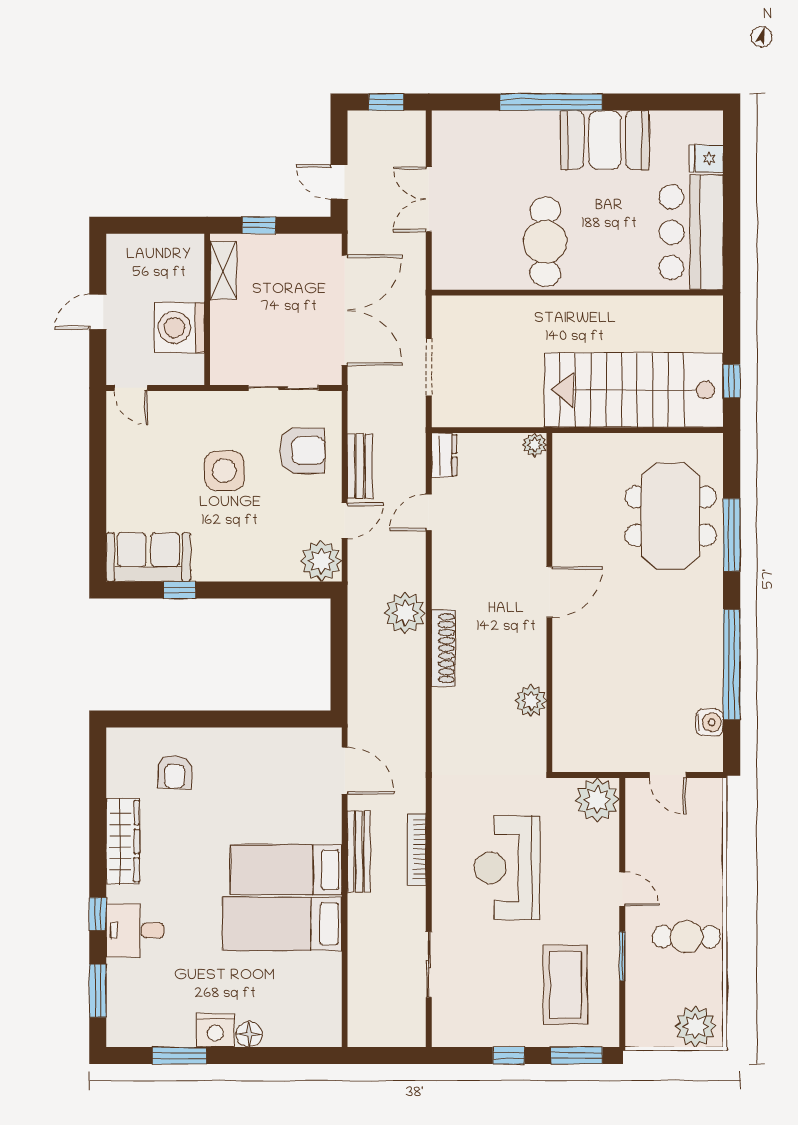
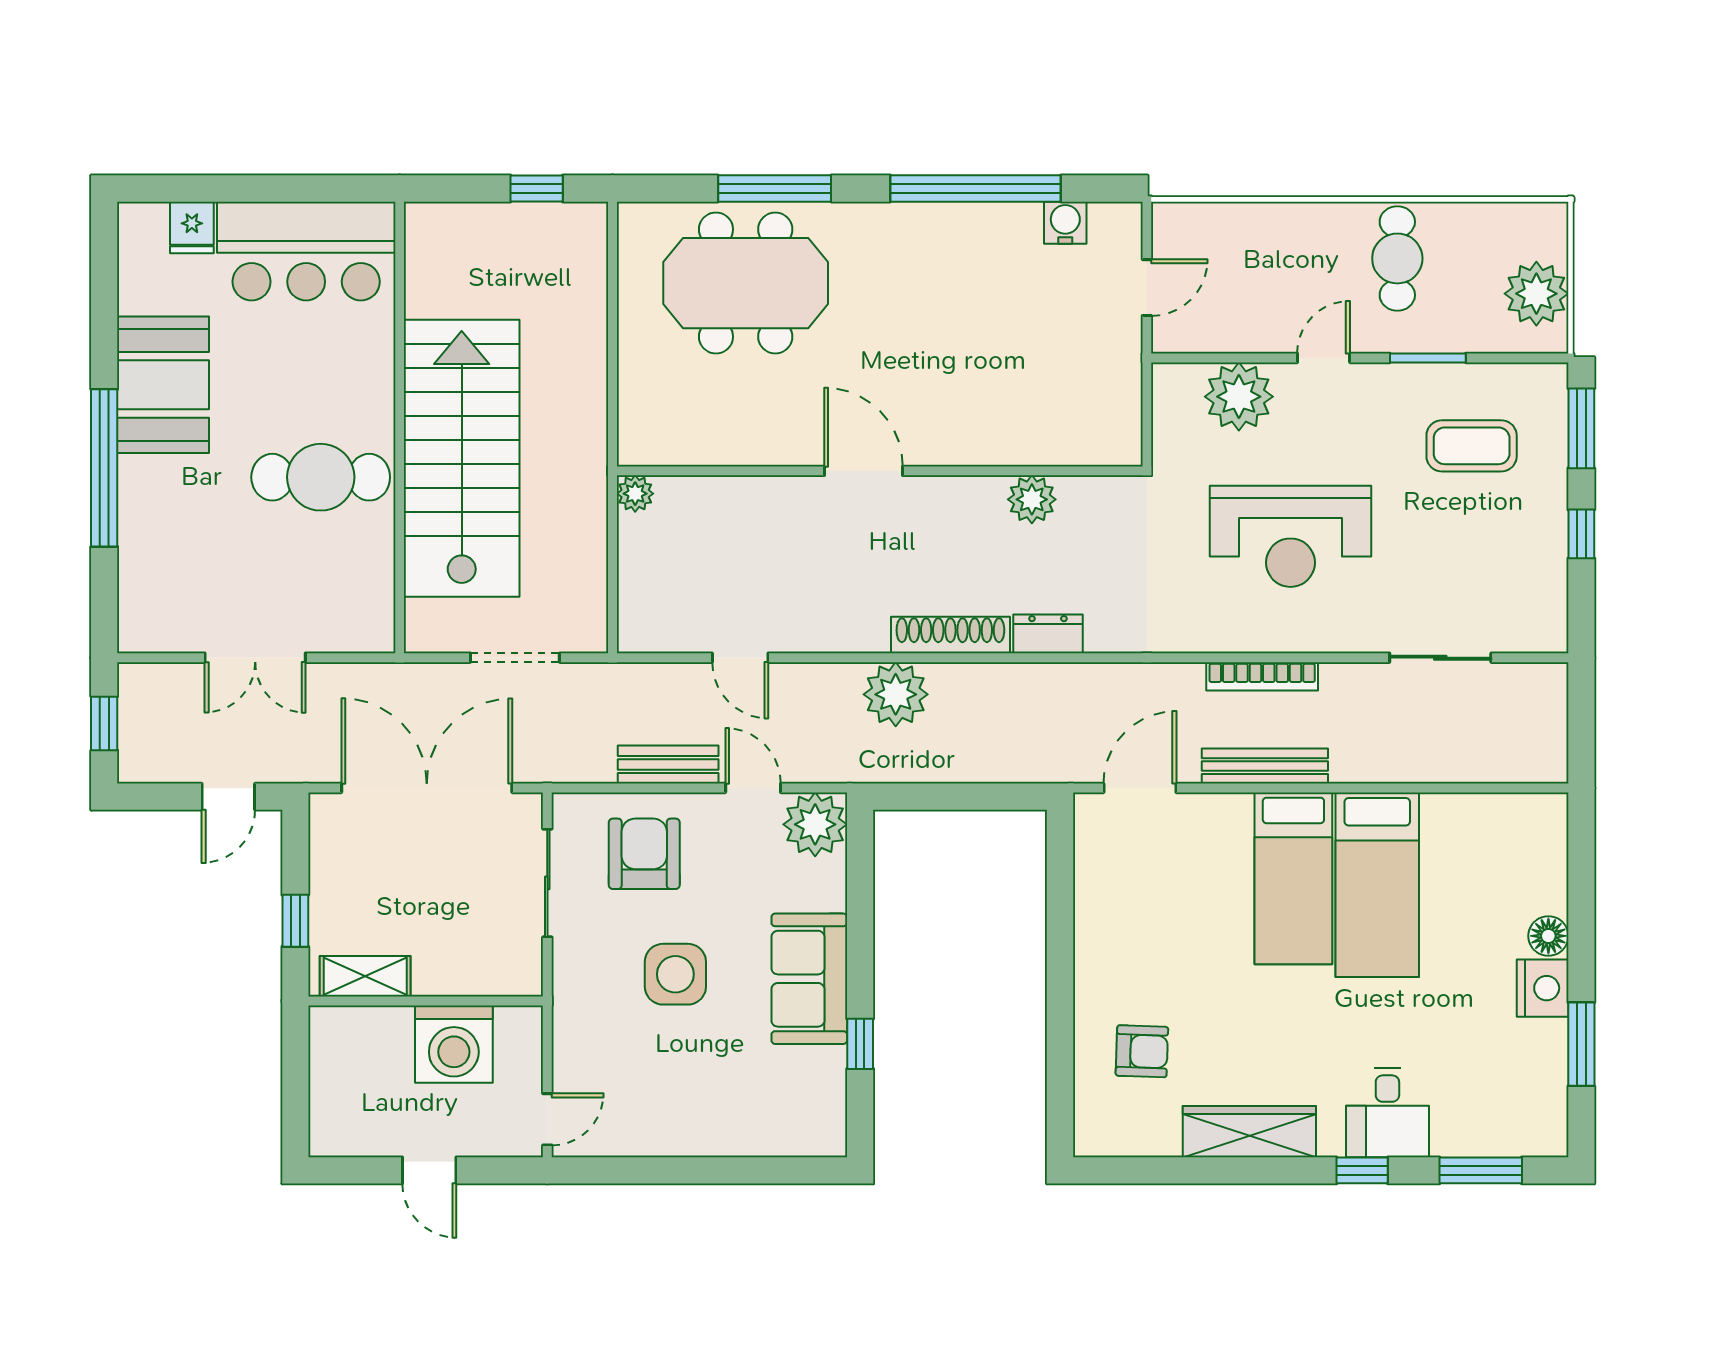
stairs: (634, 390) -> (462, 458), moved, turned 180
dresser: (444, 455) -> (1048, 634), moved
sofa: (148, 557) -> (809, 979), moved
plant: (597, 800) -> (1239, 397), moved
coffee table: (565, 985) -> (1472, 446), width x0.73, depth x0.76
plant: (696, 1026) -> (1536, 294), moved

